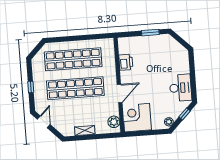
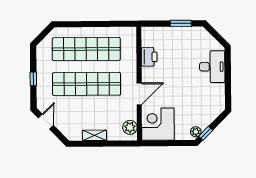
desk: (180, 88) -> (212, 67), moved
window: (185, 114) -> (206, 133), moved

